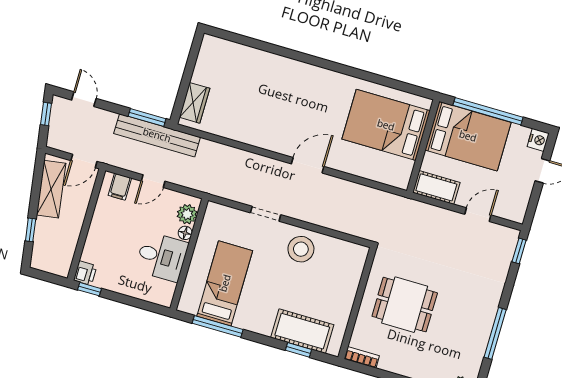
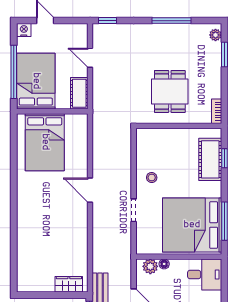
stool: (301, 249) -> (152, 177), width x0.53, depth x0.53
desk: (162, 257) -> (205, 274), moved, turned 90
bed: (225, 283) -> (192, 225), width x2.04

